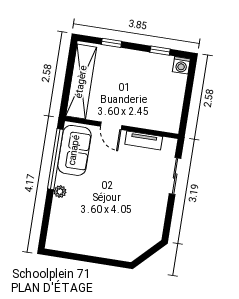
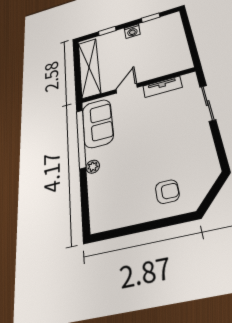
washing machine: (181, 65) -> (132, 31), moved
door: (111, 126) -> (127, 88), swing flipped
armchair: (115, 239) -> (167, 192), added

